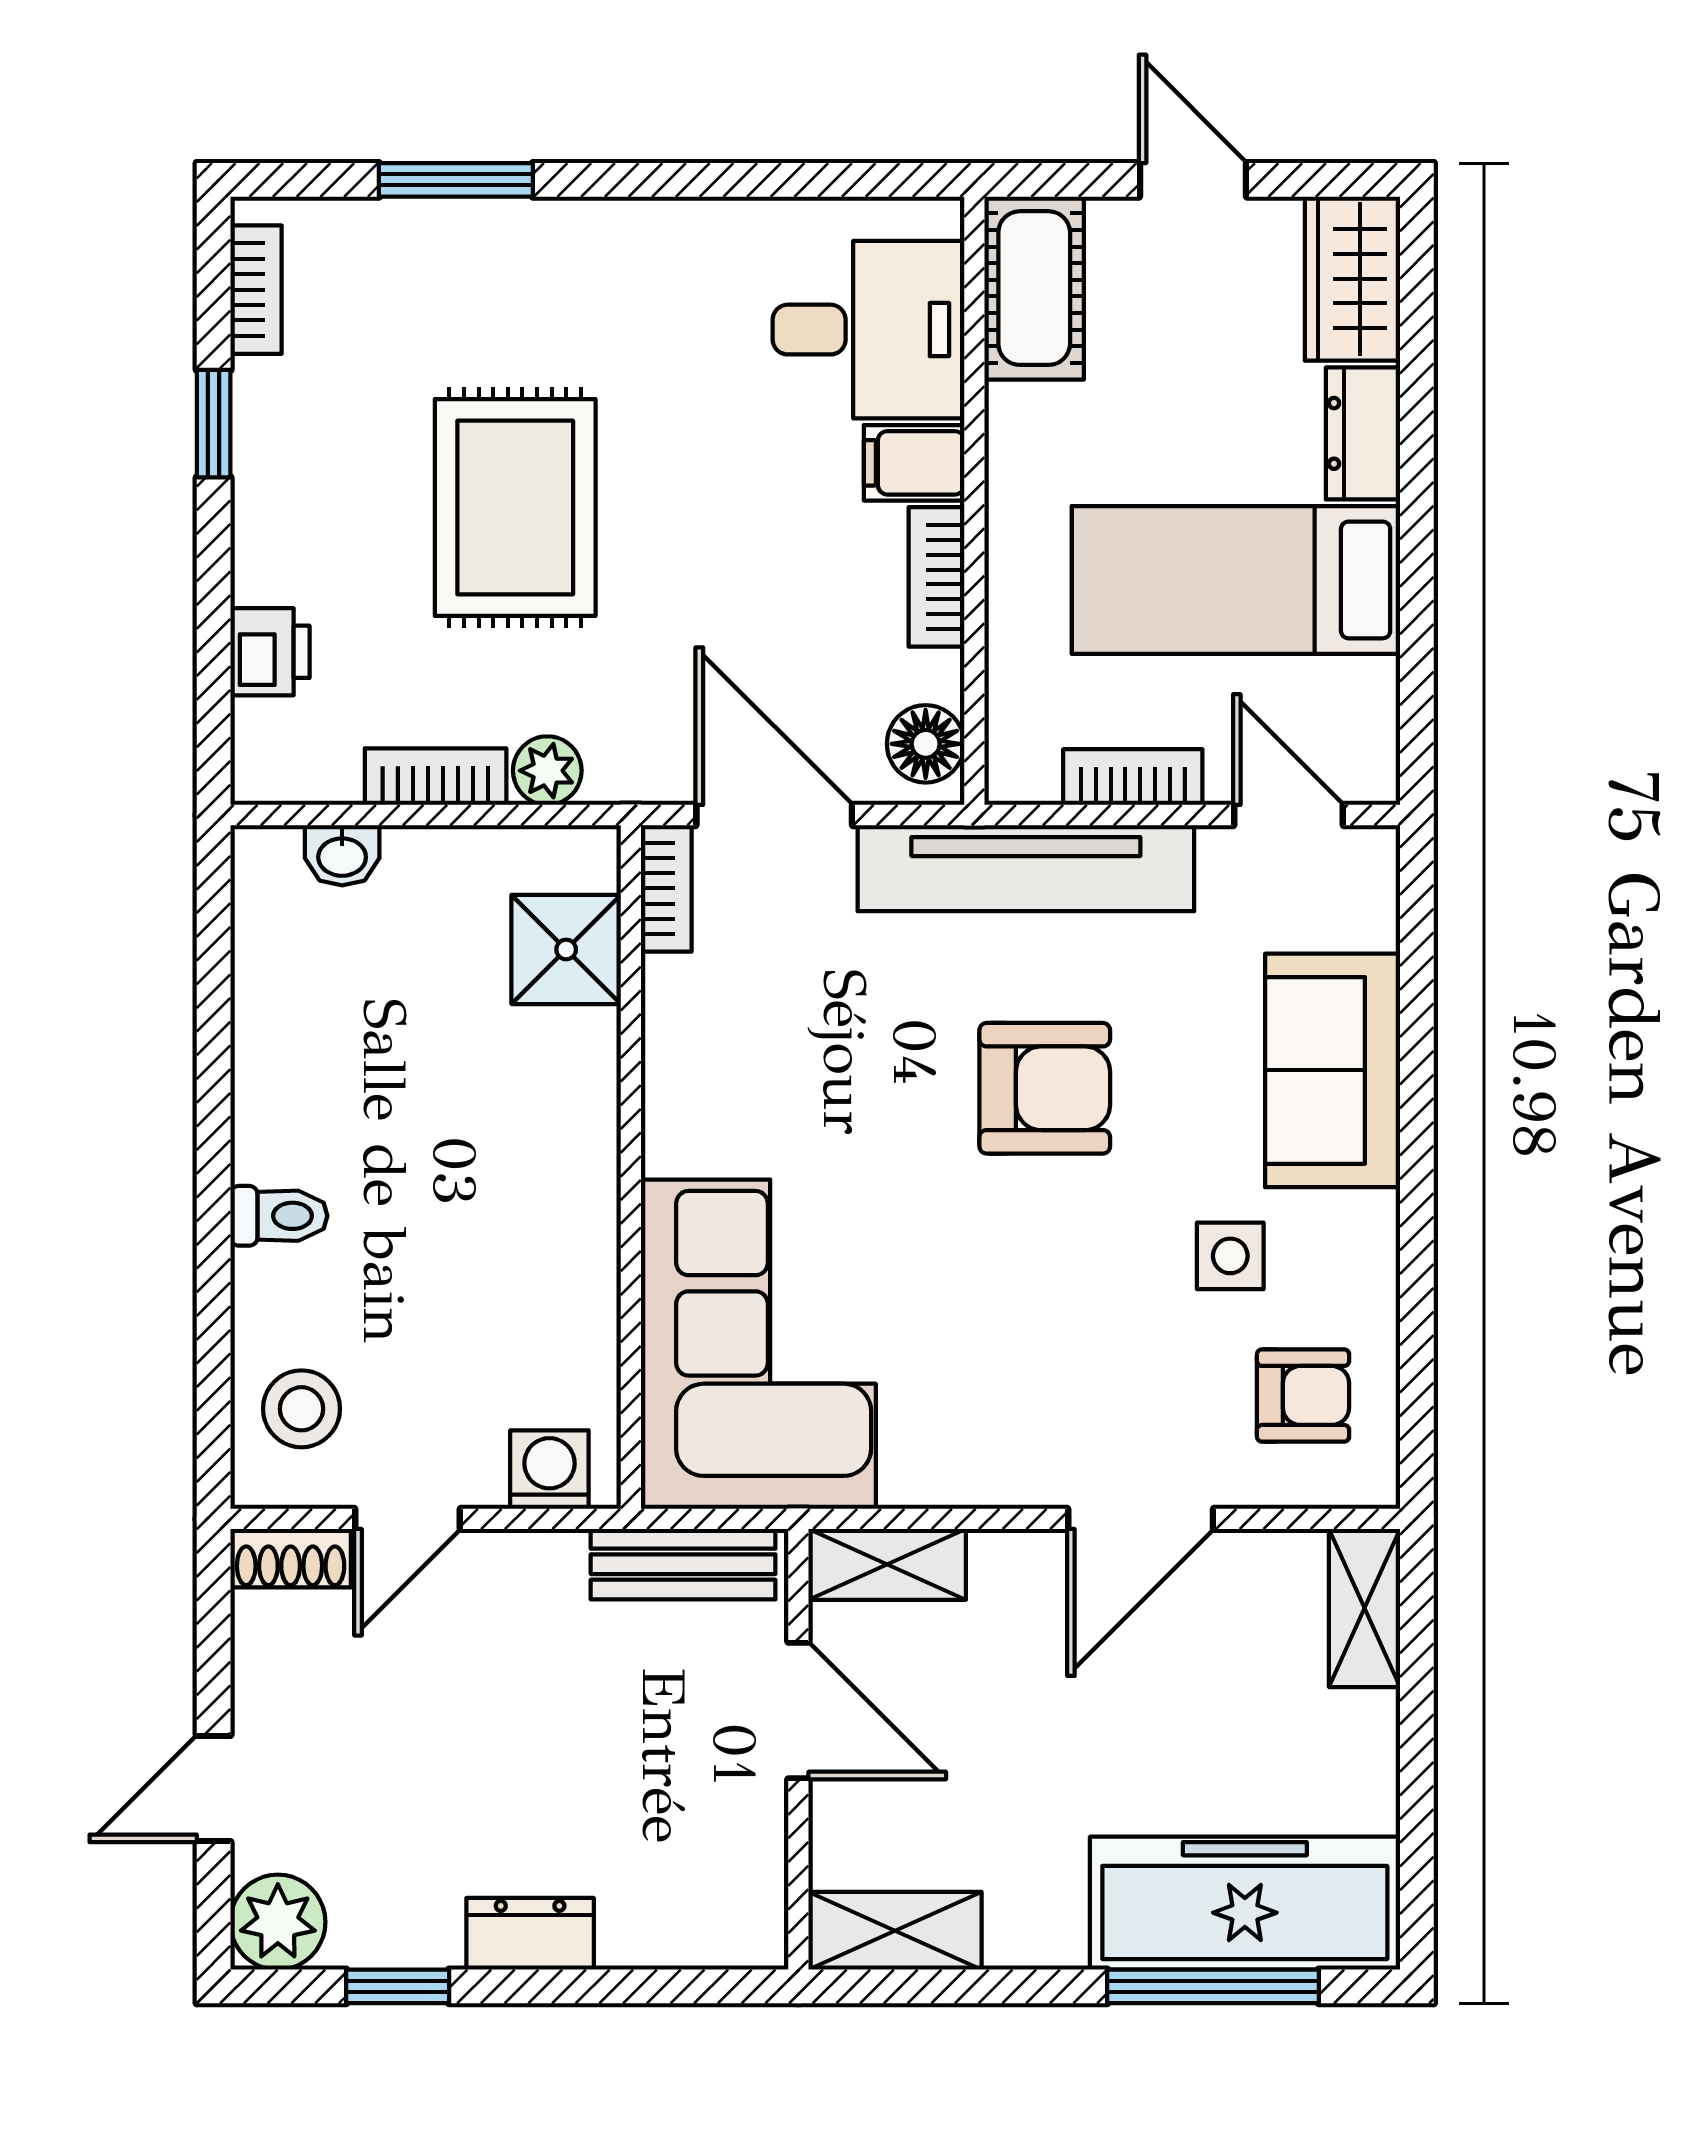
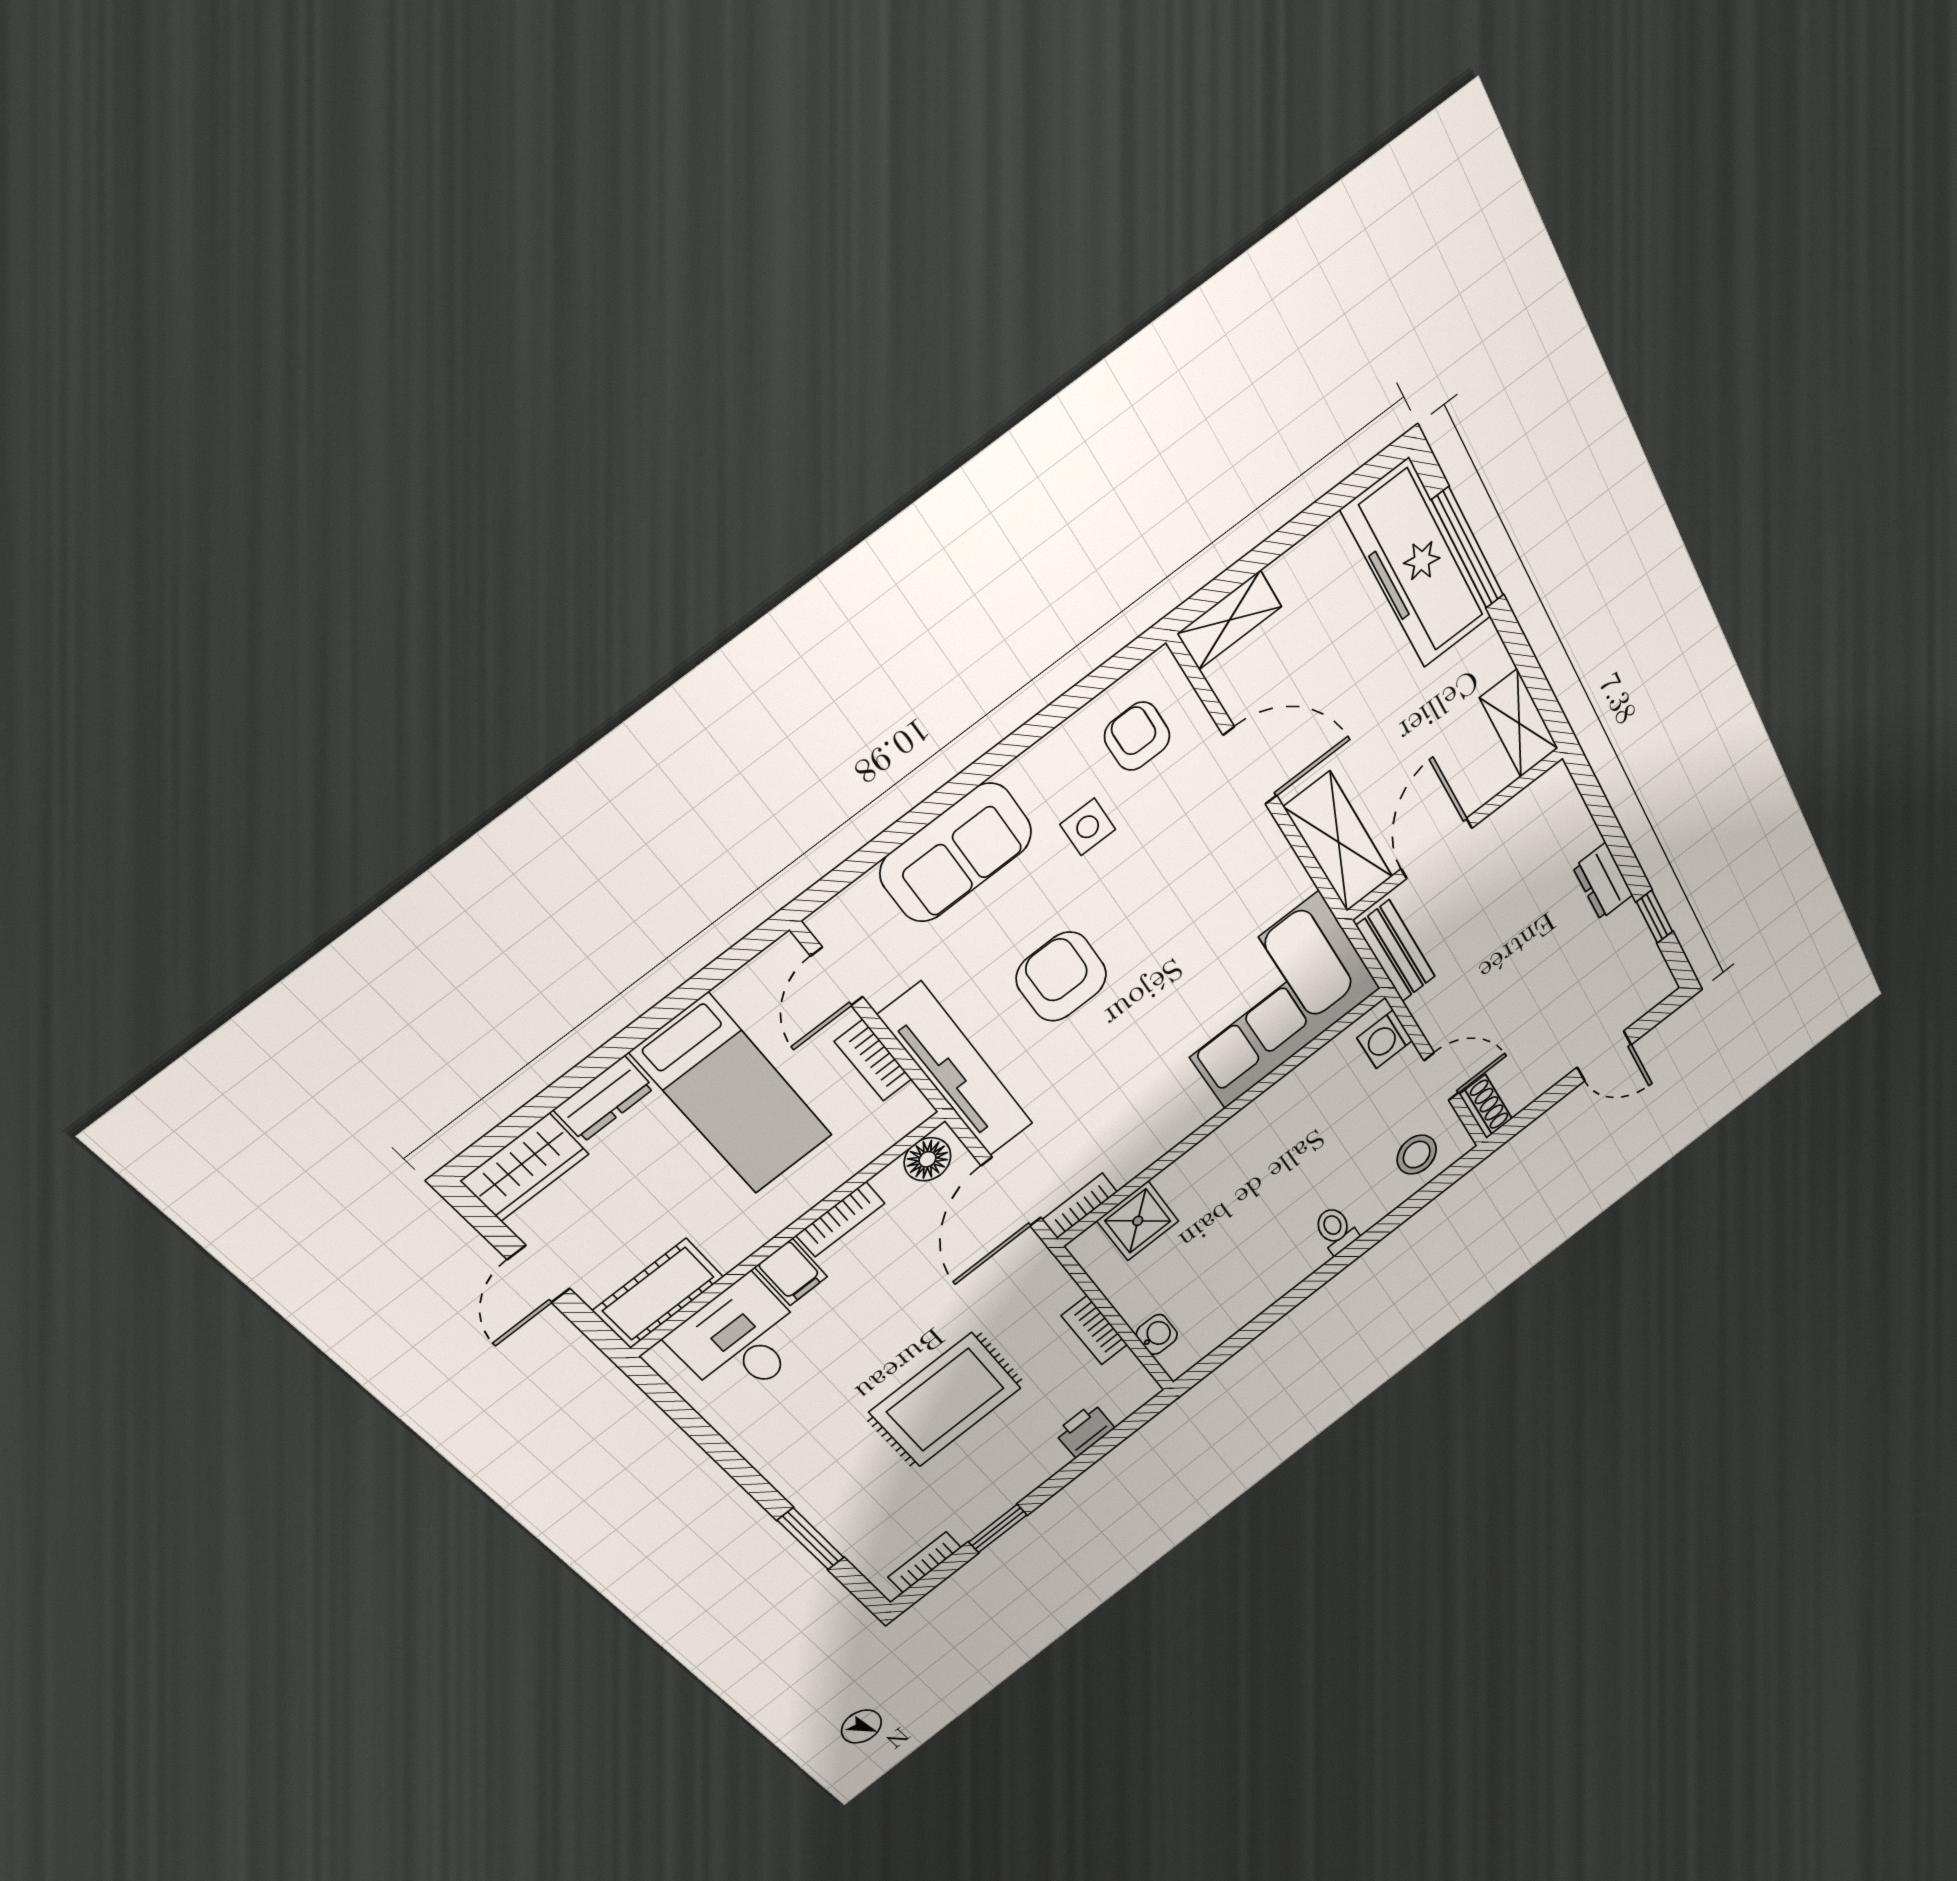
plant: (547, 771) -> (1059, 1293), removed
shelving: (887, 1564) -> (1338, 842), width x1.50, depth x1.33
plant: (278, 1922) -> (1650, 986), removed

